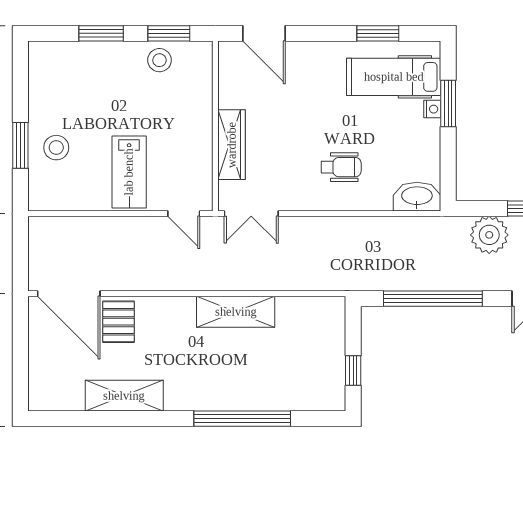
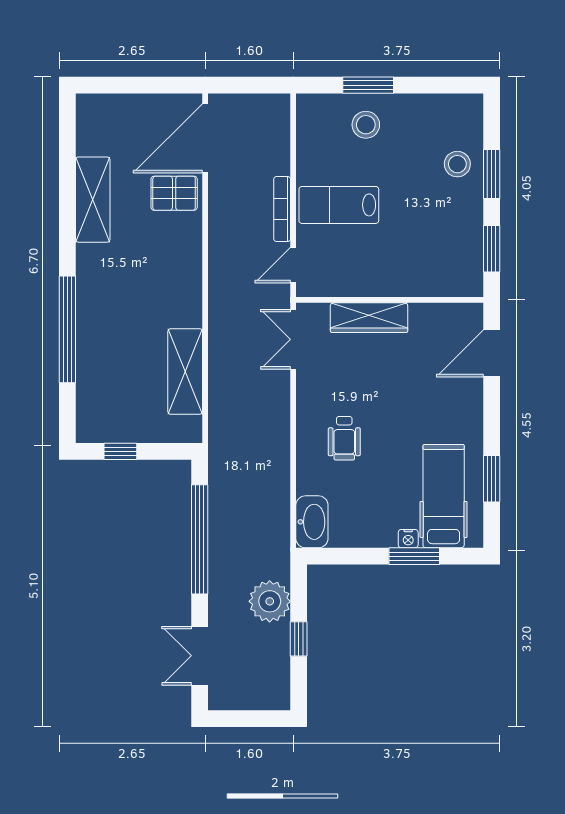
stool: (159, 60) -> (457, 164), moved
bookcase: (133, 224) -> (282, 209), added
shelving: (236, 312) -> (185, 372), moved

